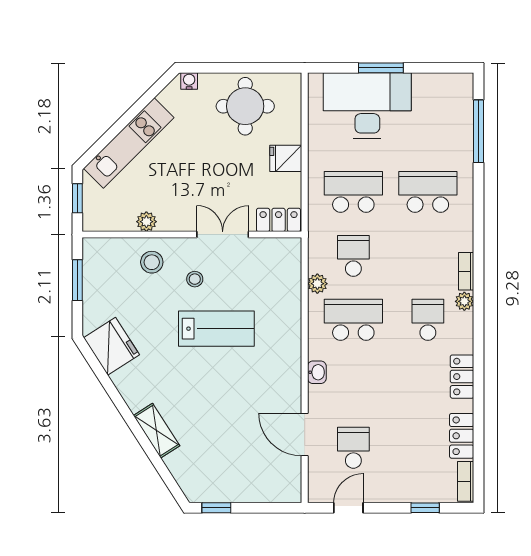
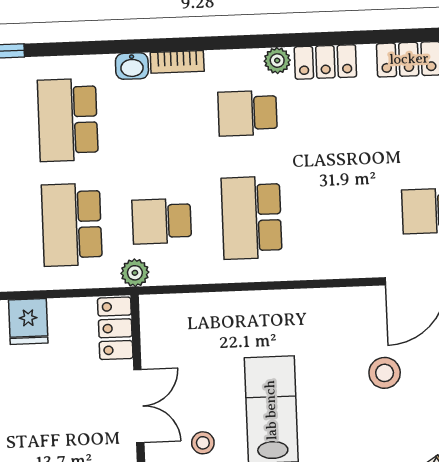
double door: (223, 235) -> (139, 406), swing flipped
plant: (317, 284) -> (135, 273), moved
plant: (464, 301) -> (277, 61), moved
washbasin: (317, 372) -> (132, 66), moved, turned 180
stool: (239, 410) -> (385, 373), added

